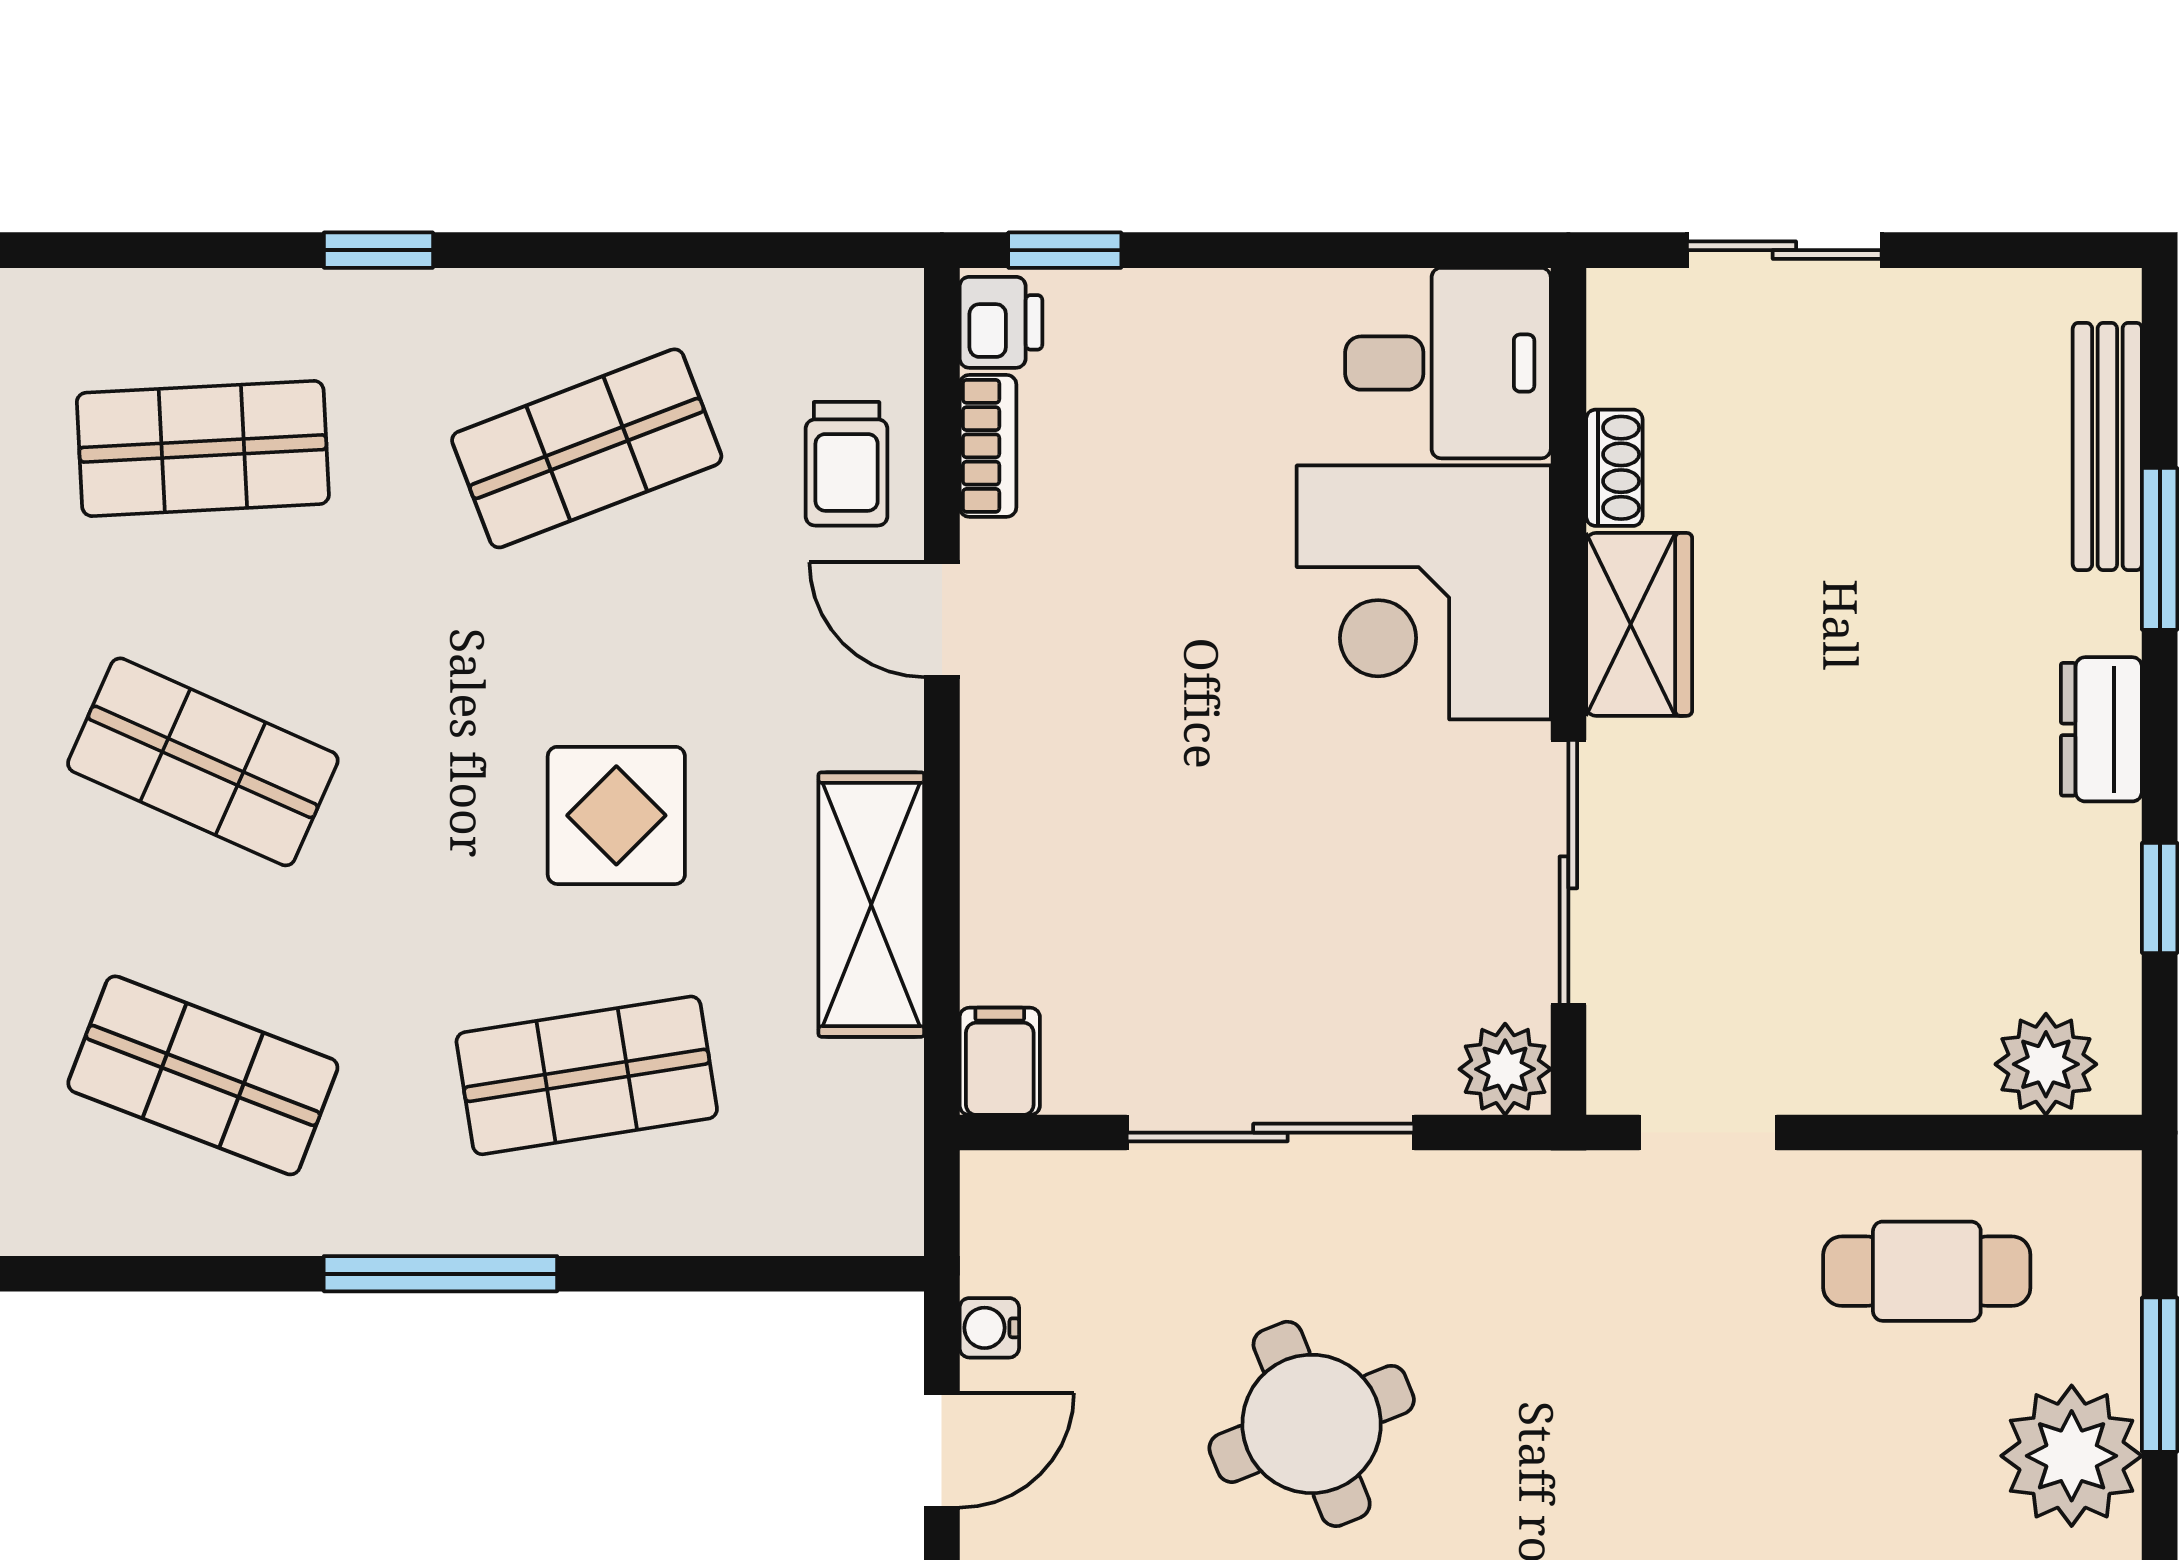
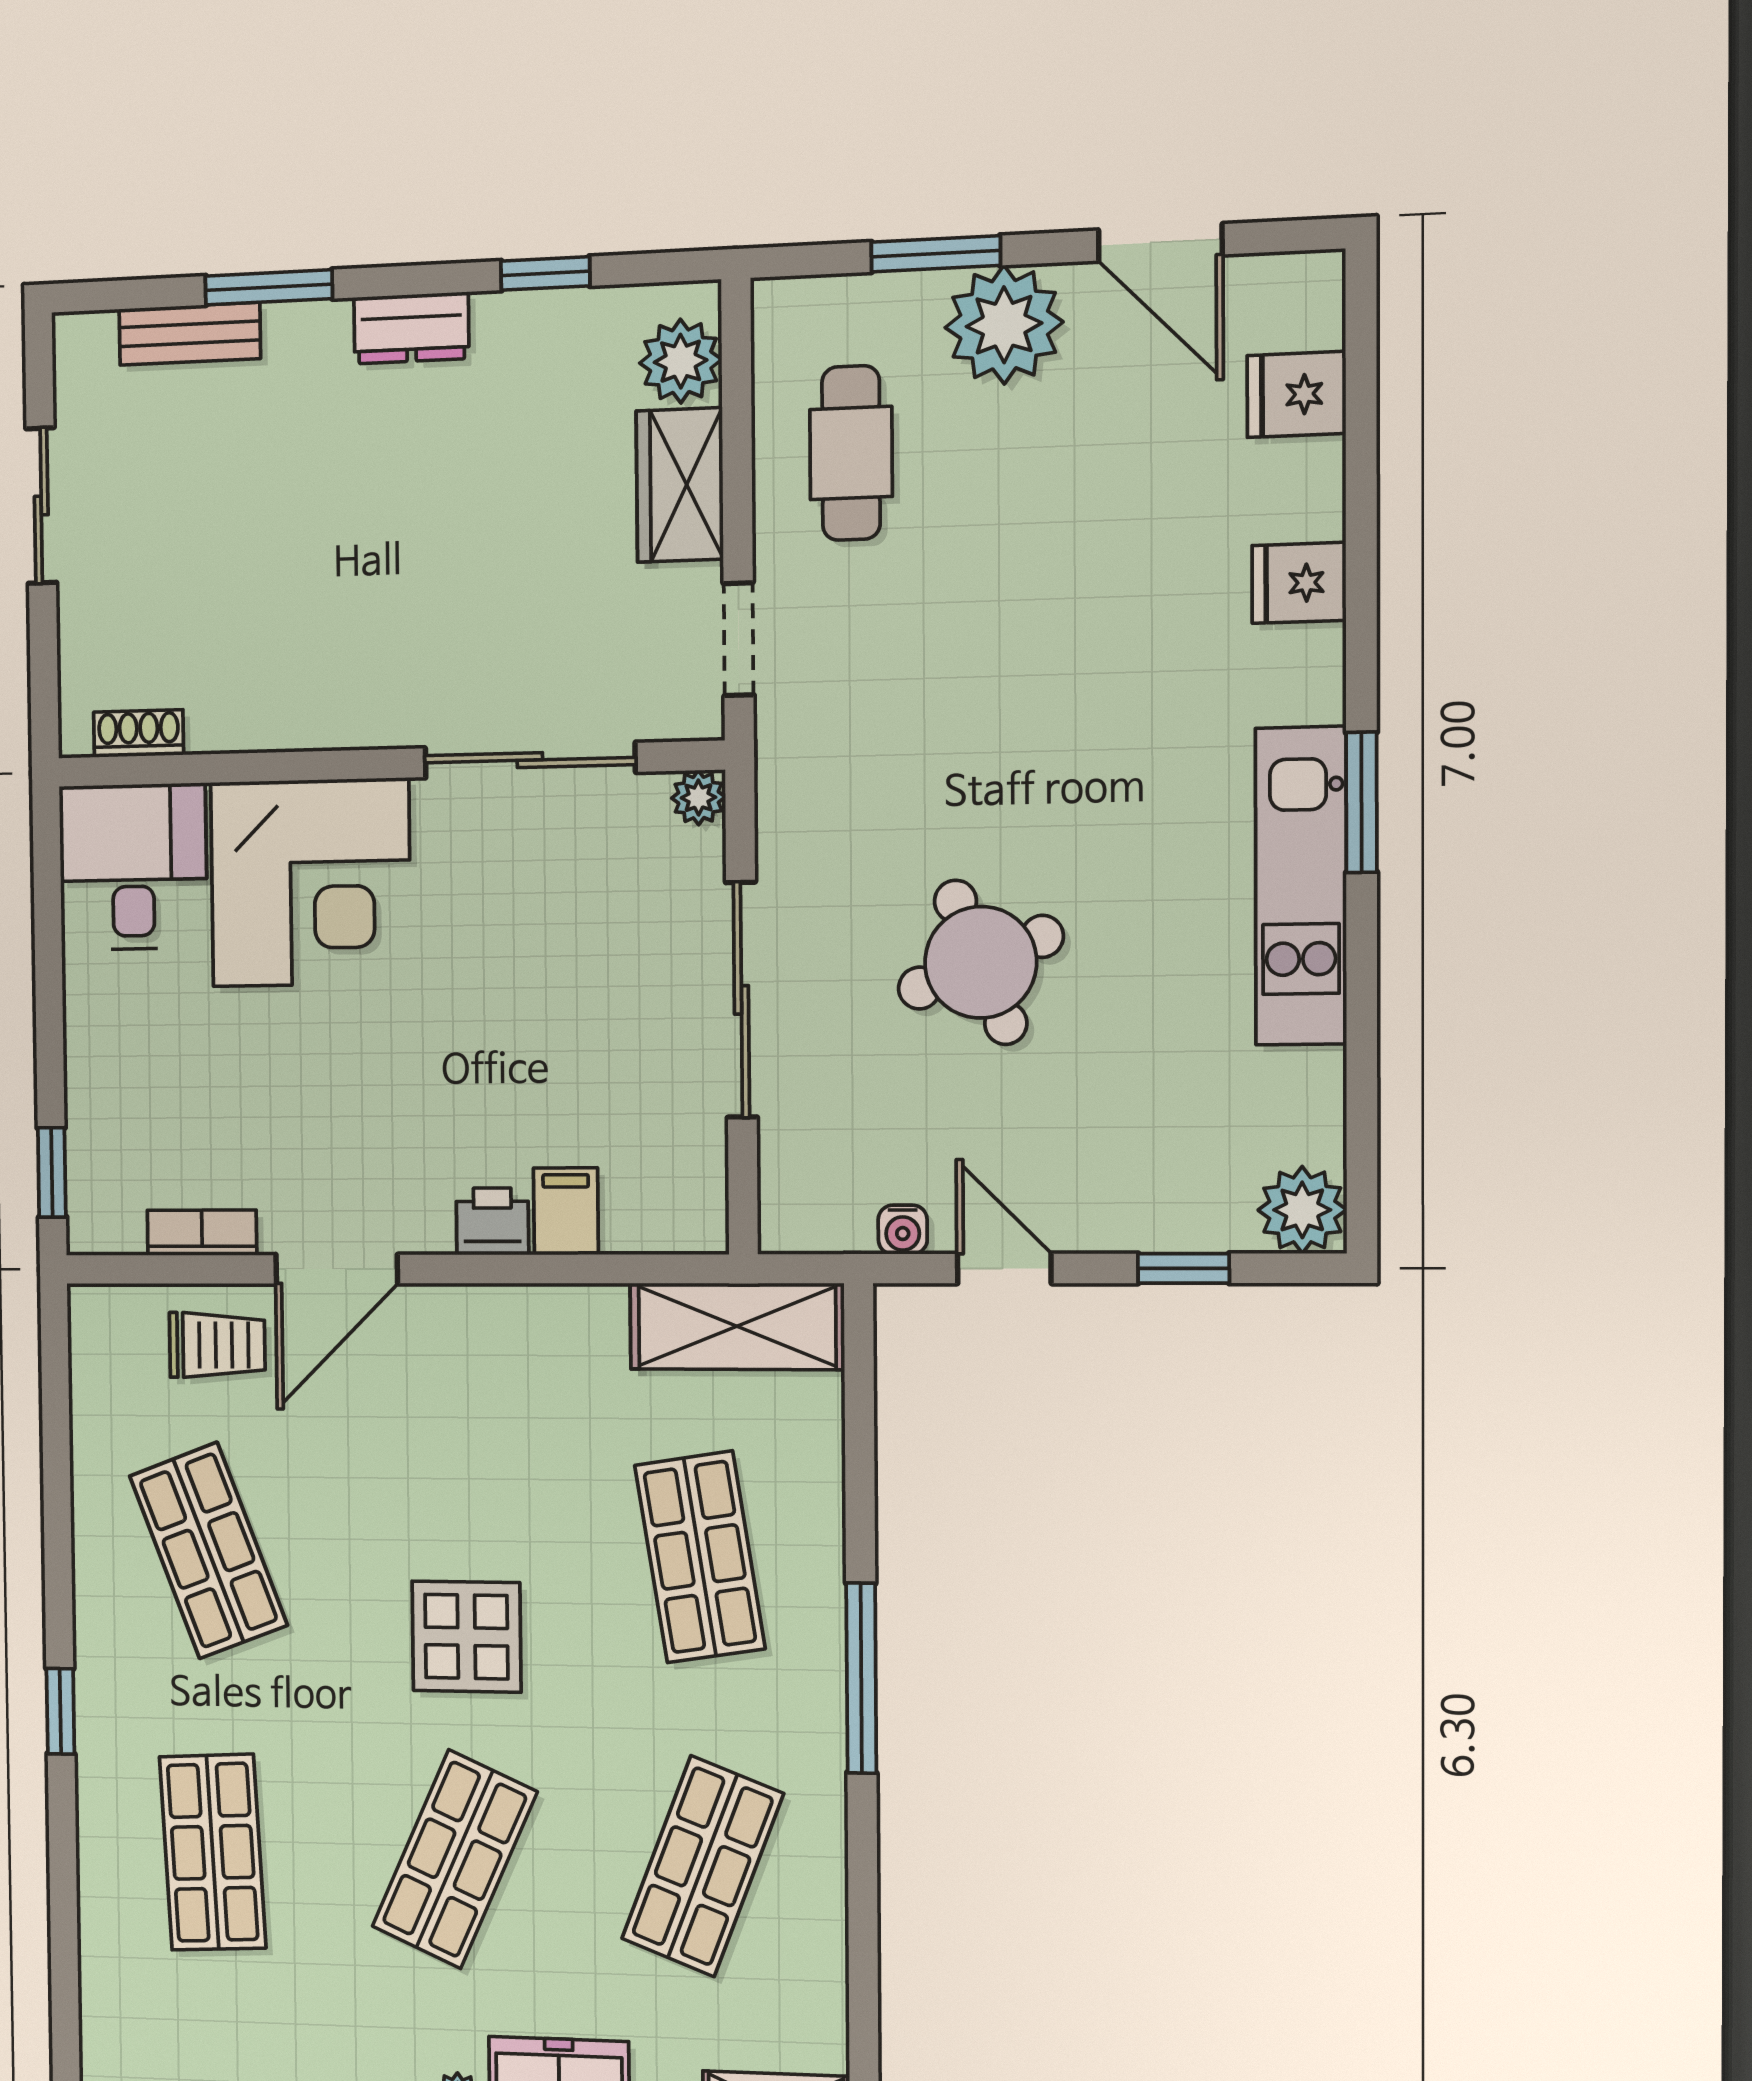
sliding door: (1784, 250) -> (41, 506), moved
printer: (1001, 322) -> (492, 1221), moved
bench: (2107, 446) -> (190, 334), width x0.73
shoe rack: (1614, 468) -> (139, 734), moved
door: (942, 620) -> (337, 1269), width x1.38
wardrobe: (1639, 624) -> (680, 485), moved, turned -90
display table: (616, 815) -> (466, 1637), moved
shelving: (871, 905) -> (737, 1326), moved
filing cabinet: (1000, 1061) -> (566, 1211), moved, turned 90
plant: (1505, 1069) -> (698, 798), width x0.73, depth x0.73

